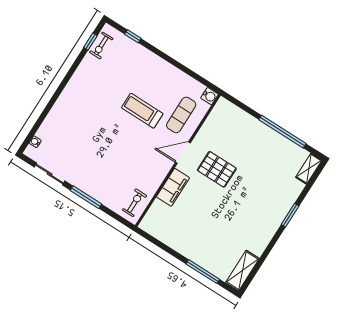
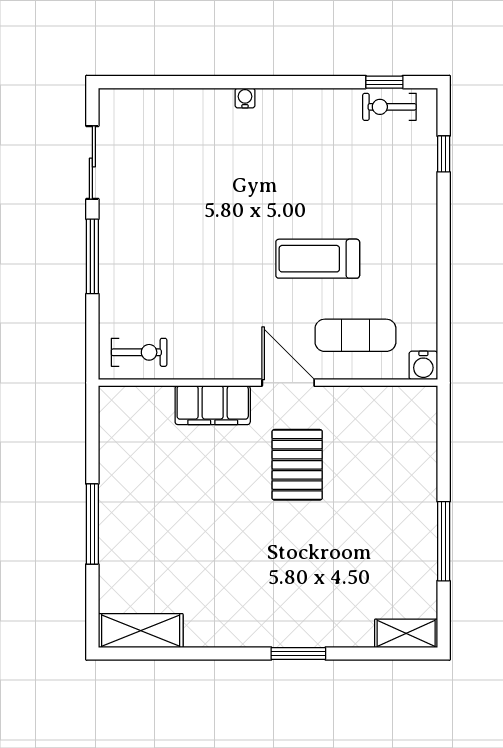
treadmill: (142, 111) -> (318, 259), turned -90
window: (282, 132) -> (444, 541), width x0.68
water cooler: (35, 142) -> (245, 98), moved
window: (203, 272) -> (92, 524), moved

